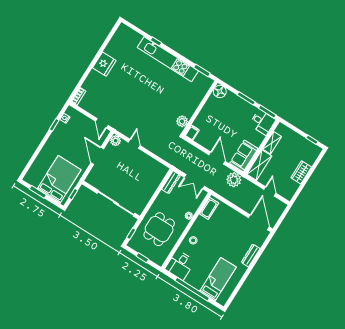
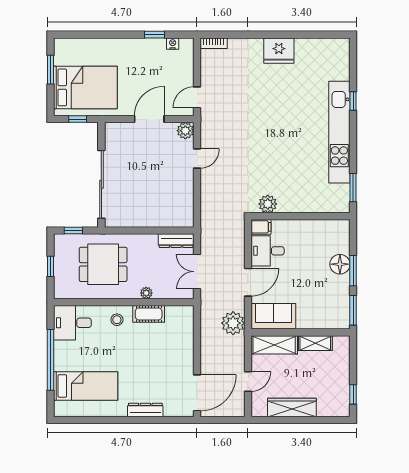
floor lamp: (220, 91) -> (340, 264), moved
desk: (262, 122) -> (268, 251), moved, turned 90
wardrobe: (301, 172) -> (292, 407), width x1.50
cot: (209, 208) -> (149, 314), moved

